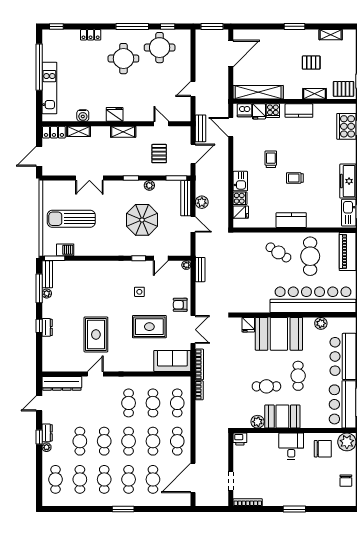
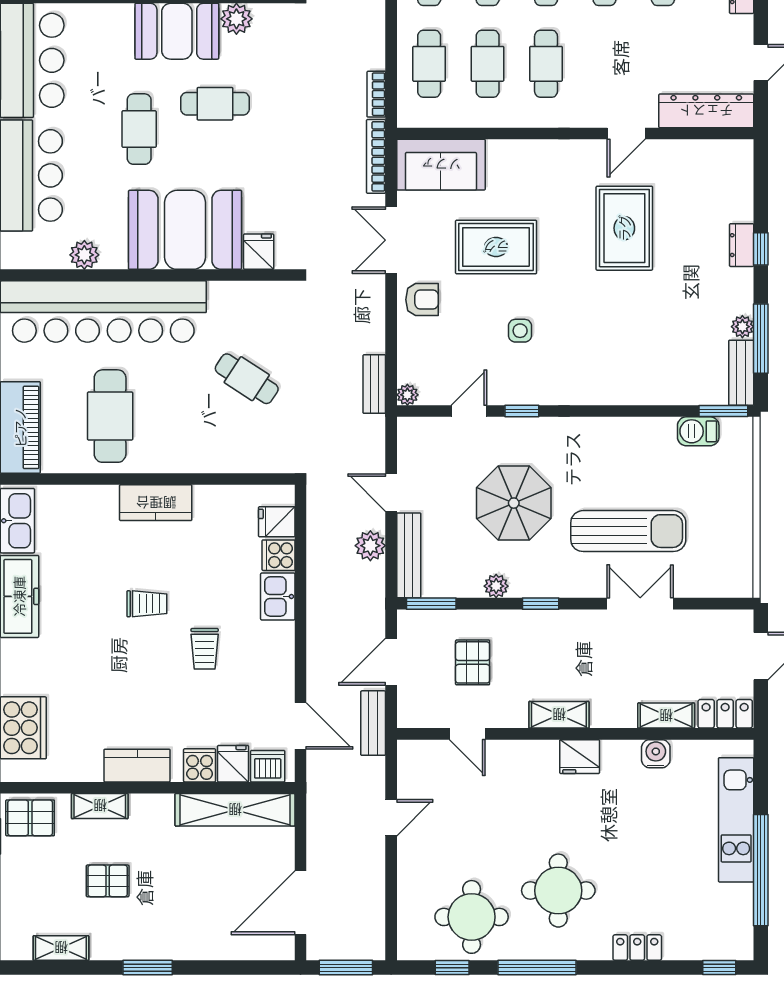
sun lounger: (71, 219) -> (628, 531), moved
cafe table: (278, 252) -> (247, 379), moved

